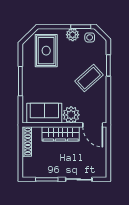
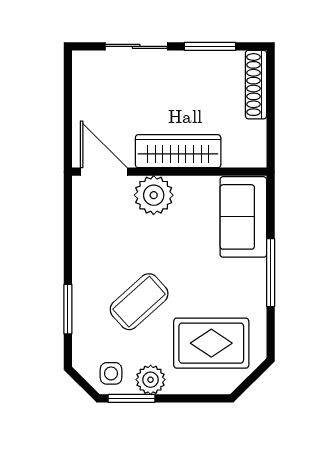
rug: (46, 51) -> (211, 343), turned 90
coffee table: (89, 78) -> (139, 302), moved
sofa: (44, 113) -> (243, 217), moved, turned 90
shoe rack: (27, 142) -> (256, 85), moved

